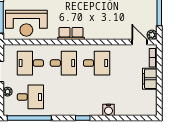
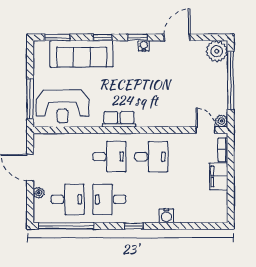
desk: (30, 63) -> (109, 199), moved

